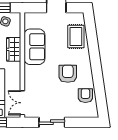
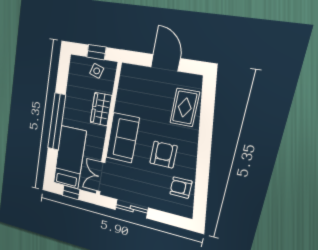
sofa: (34, 47) -> (122, 138), moved
armchair: (85, 96) -> (181, 188), turned -90

